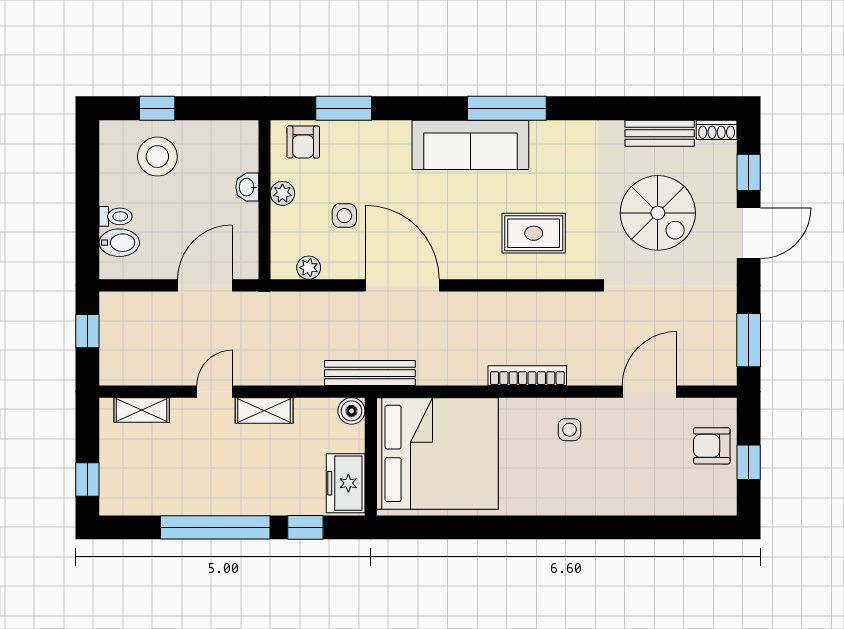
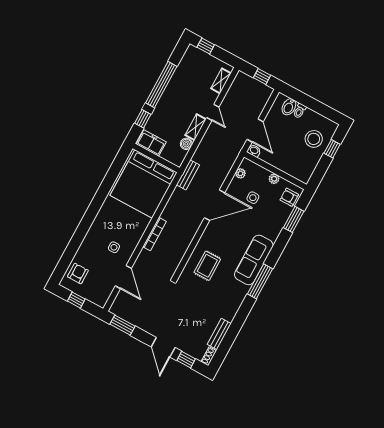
washbasin: (247, 187) -> (254, 151), moved
spiral stairs: (658, 213) -> (189, 317), removed
bench: (370, 373) -> (188, 175), width x0.73
boiler: (351, 411) -> (186, 144), moved
side table: (569, 430) -> (114, 247), moved
armchair: (712, 446) -> (78, 274), moved

